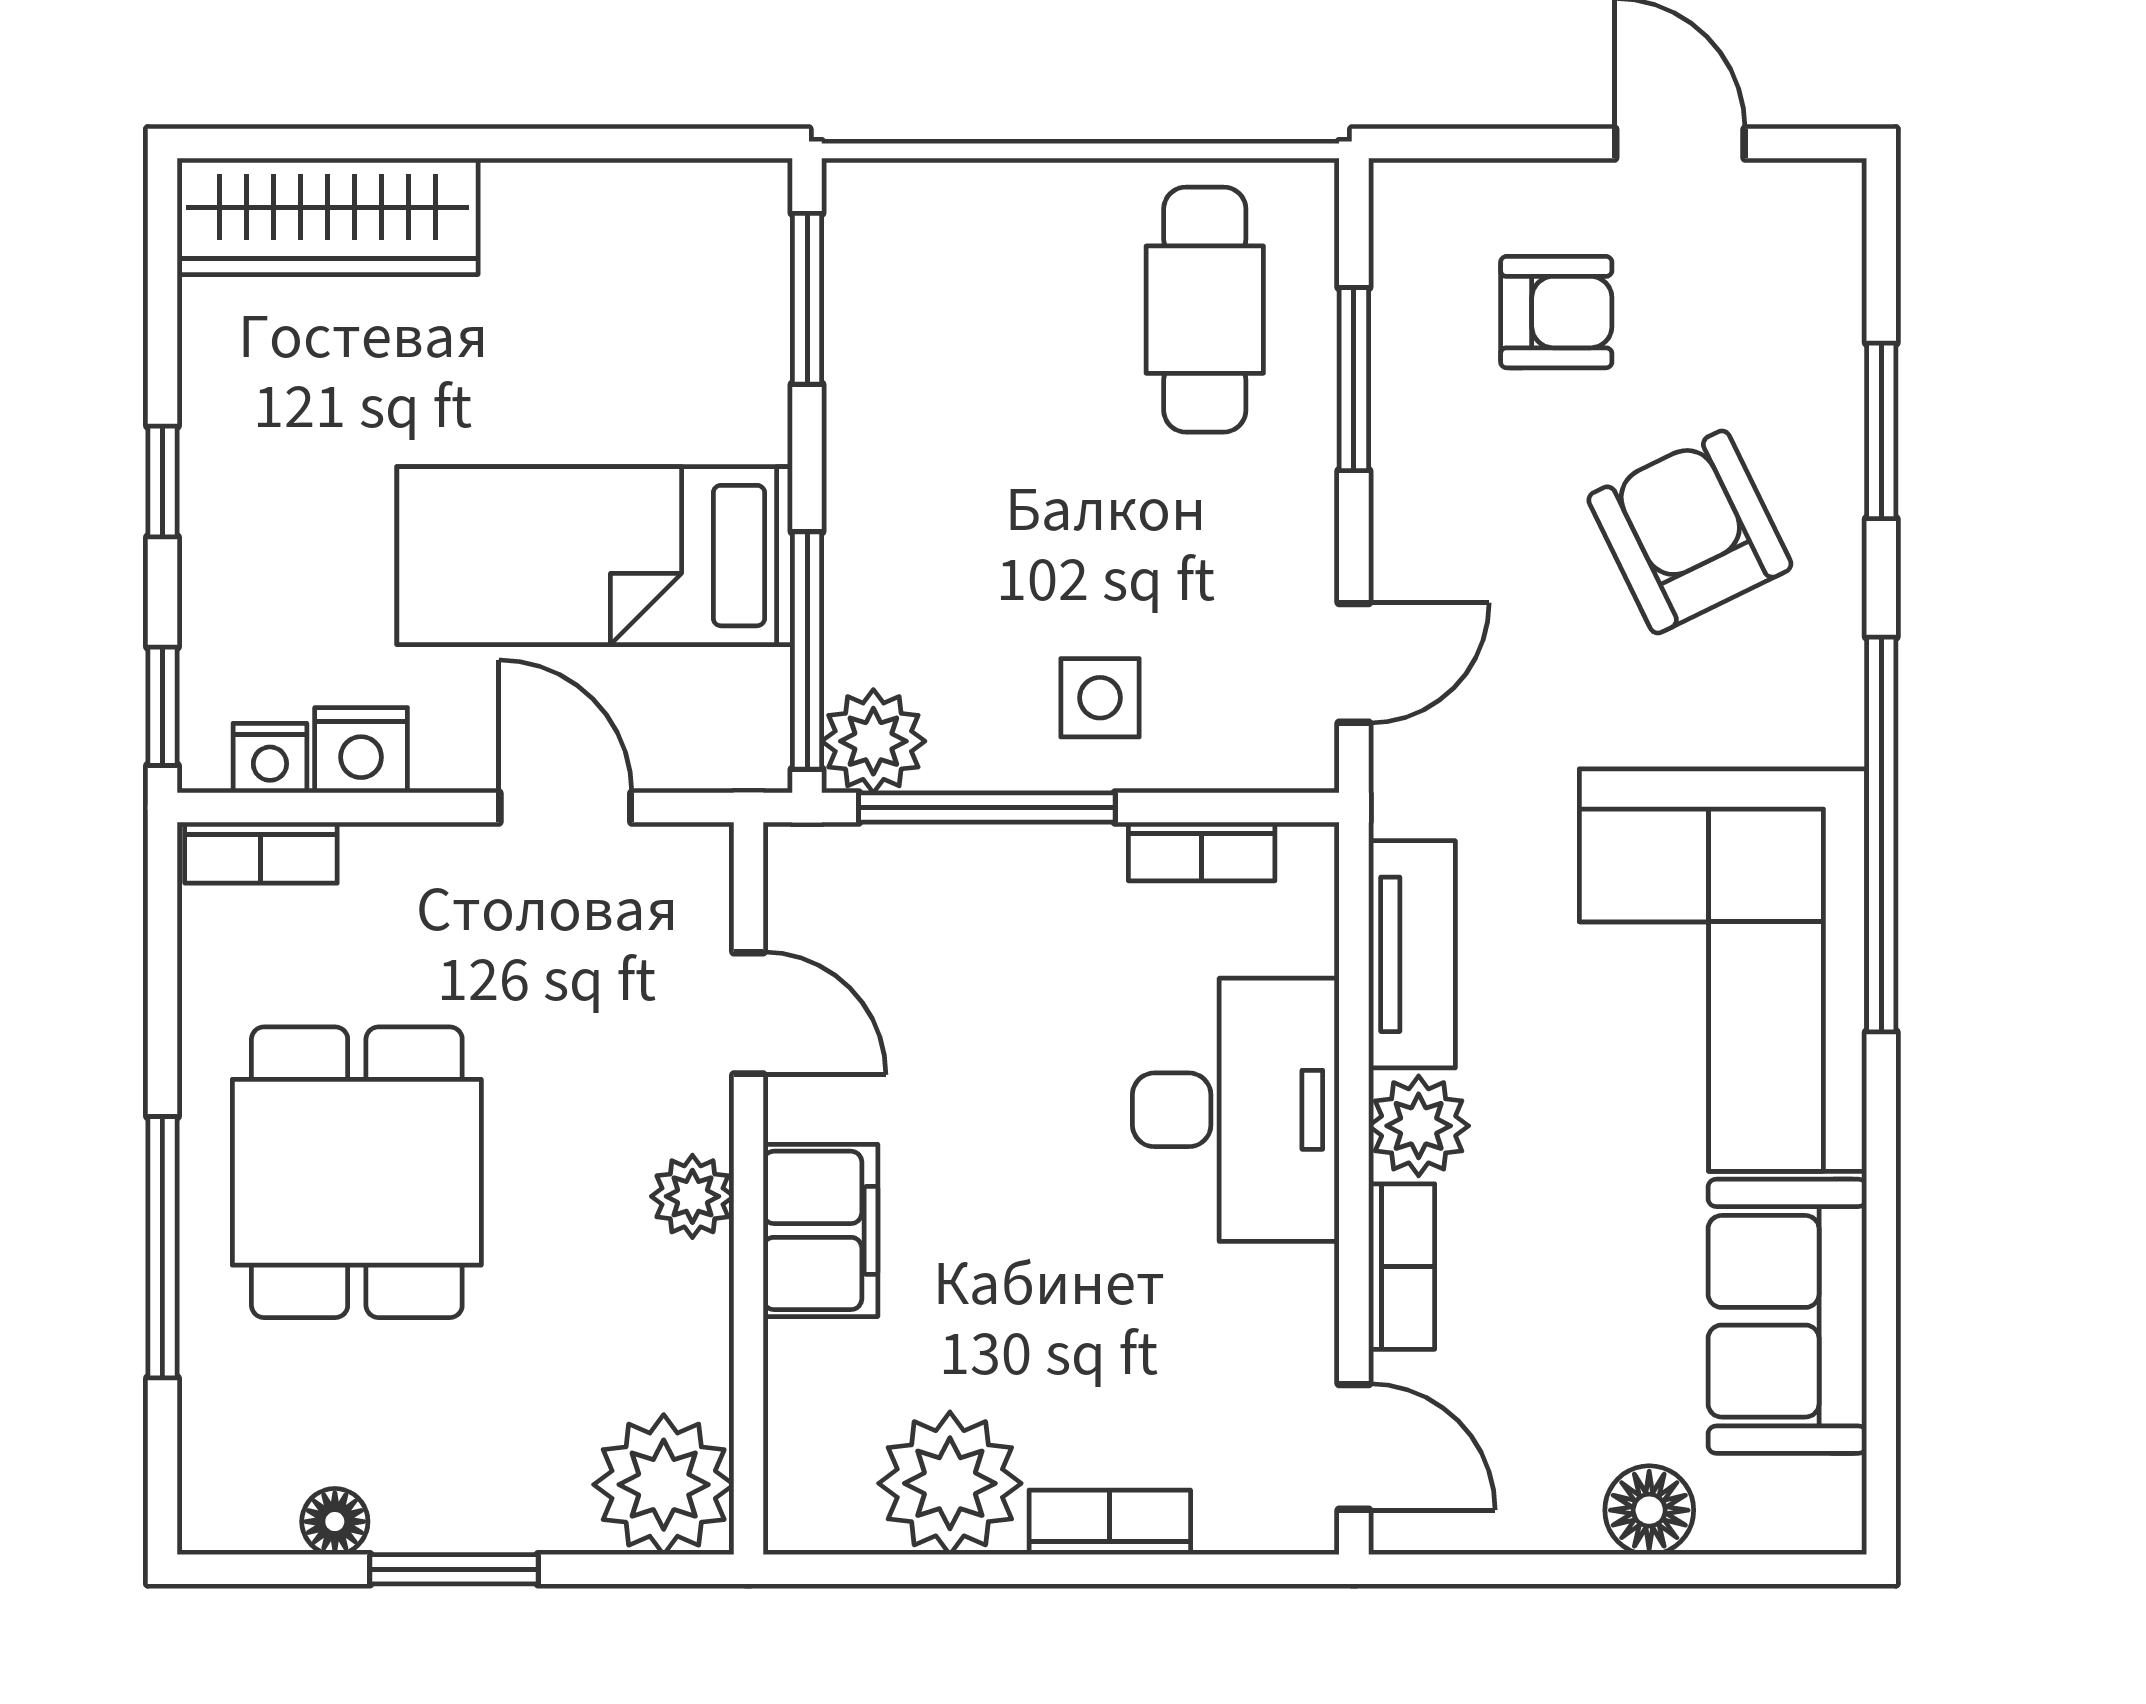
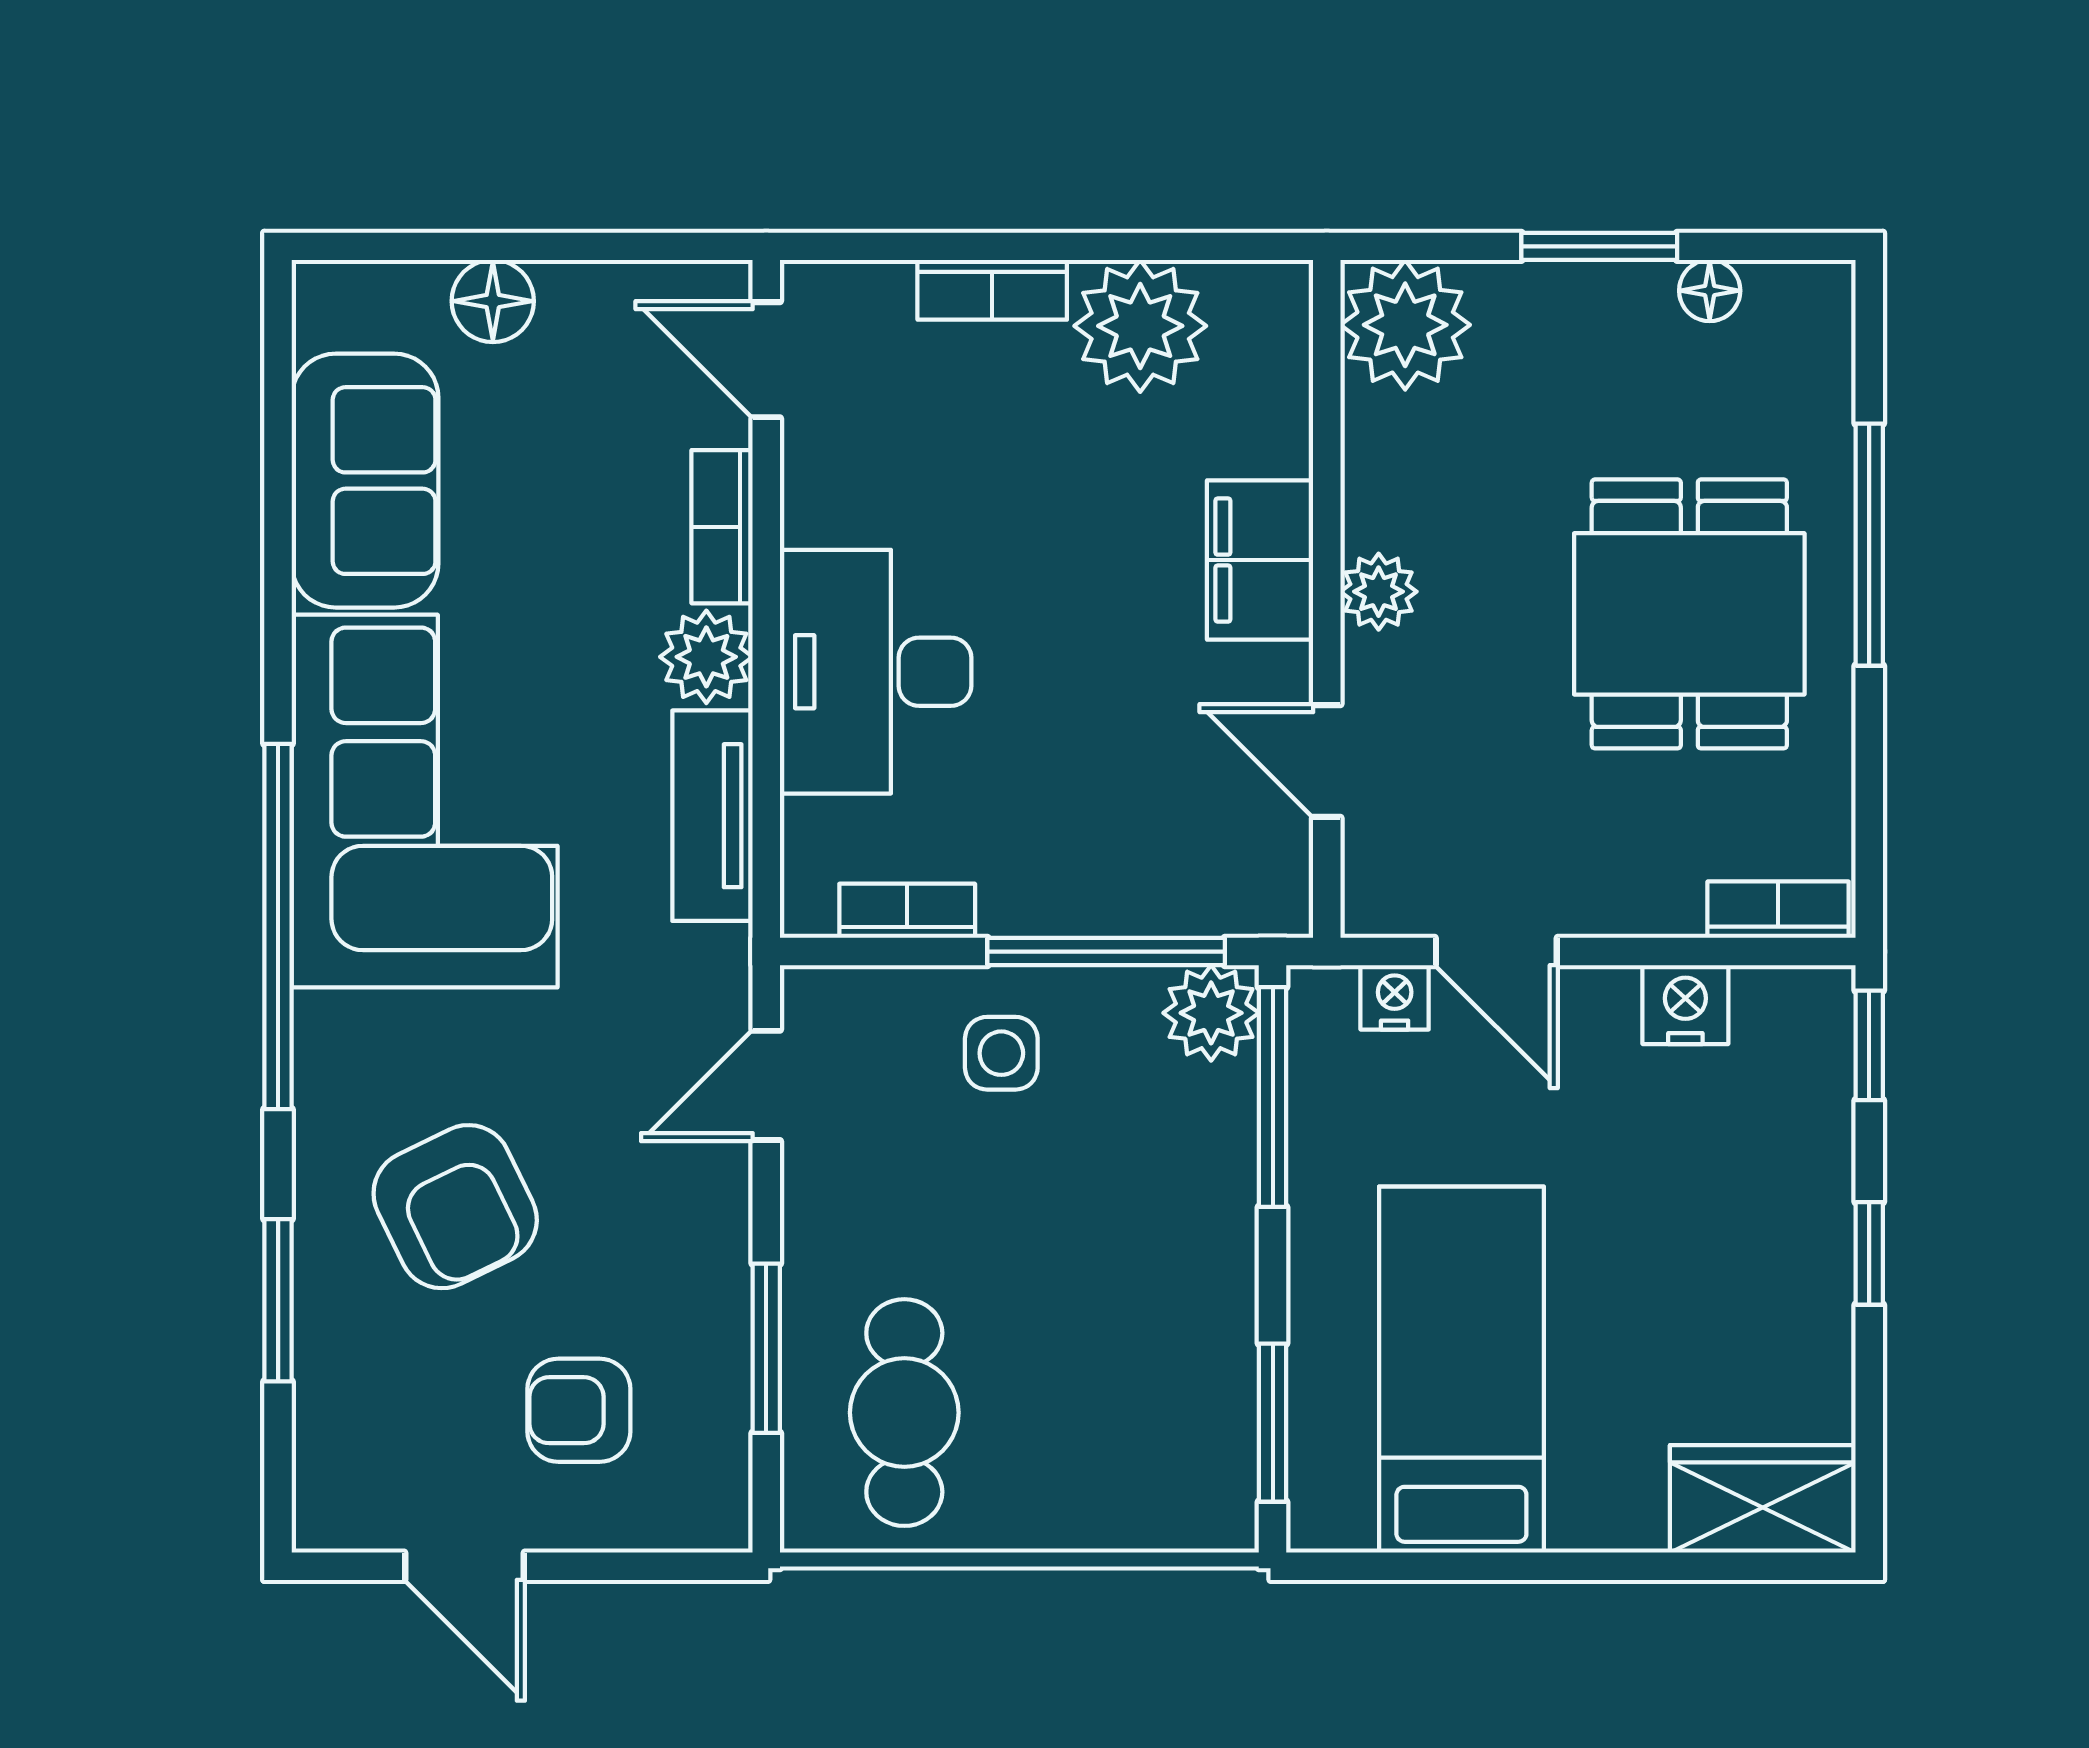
wardrobe: (328, 216) -> (1763, 1499), width x0.67
bed: (595, 556) -> (1461, 1370), moved, turned -90
nightstand: (270, 758) -> (1395, 997), moved

